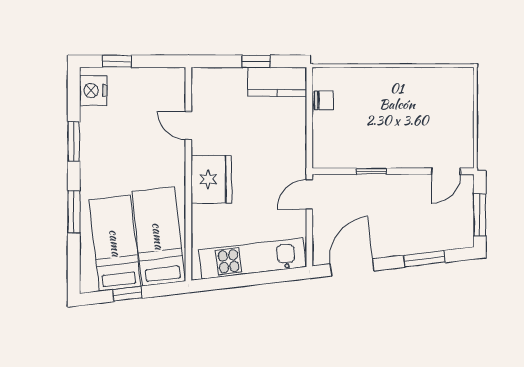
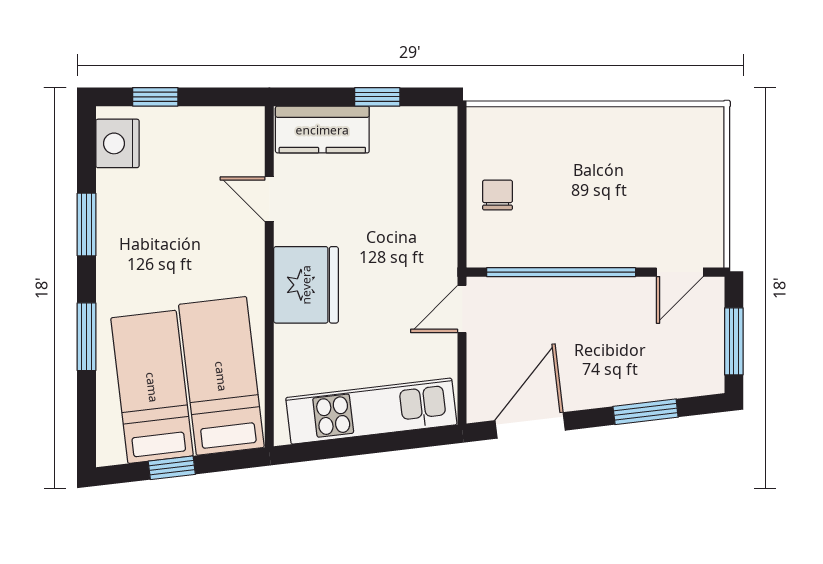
kitchen counter: (277, 82) -> (322, 130), moved
chair: (324, 100) -> (497, 195), moved, turned -90
window: (371, 171) -> (561, 272), width x3.17

